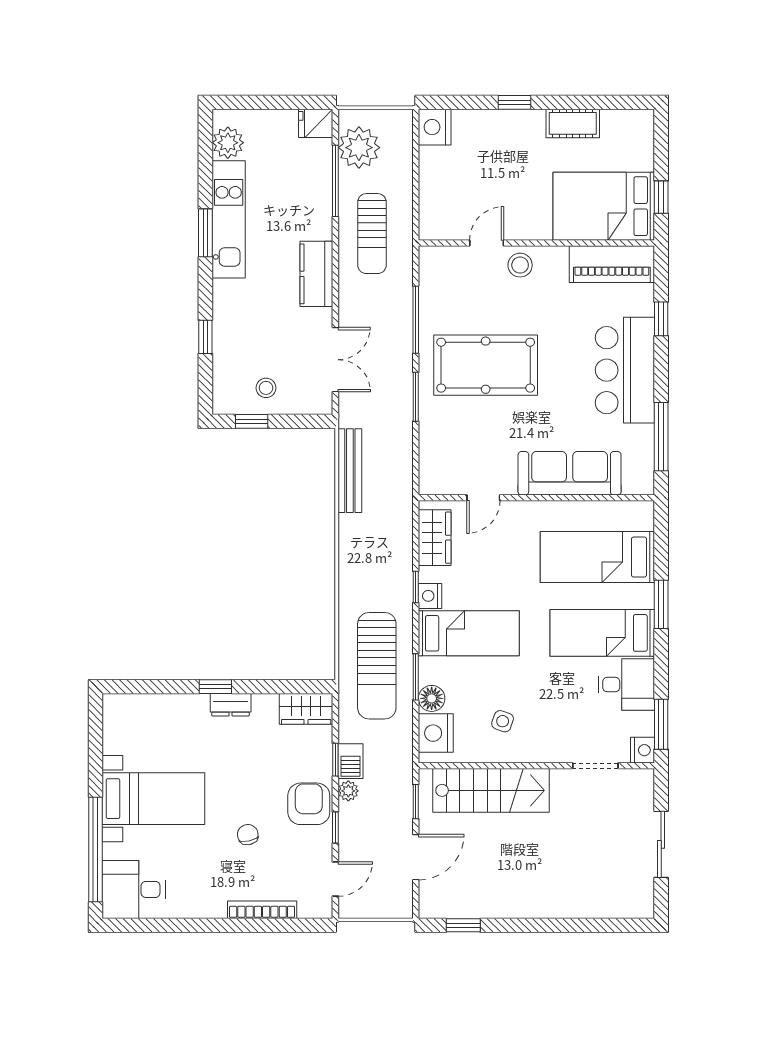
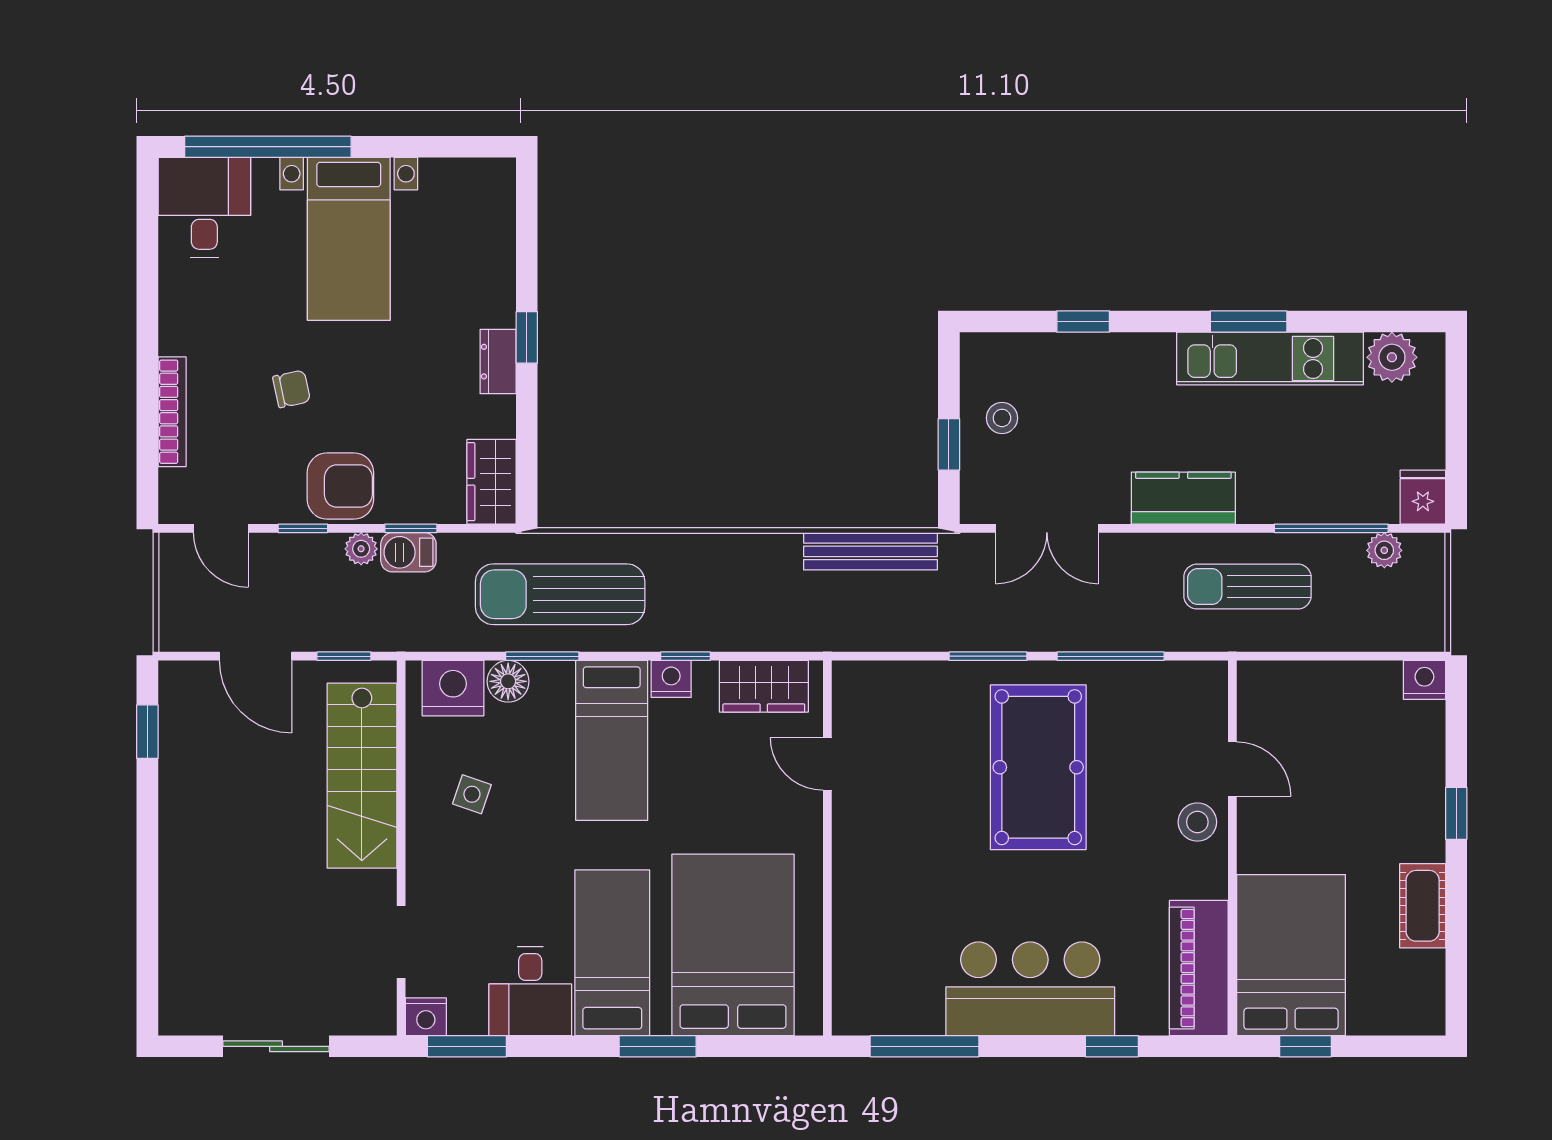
nightstand: (435, 127) -> (1424, 680), width x0.74, depth x0.75
plant: (359, 148) -> (1384, 550), width x0.53, depth x0.53
window: (252, 421) -> (949, 444), moved
sofa: (570, 473) -> (866, 901), removed
bed: (597, 557) -> (733, 945), width x1.50

